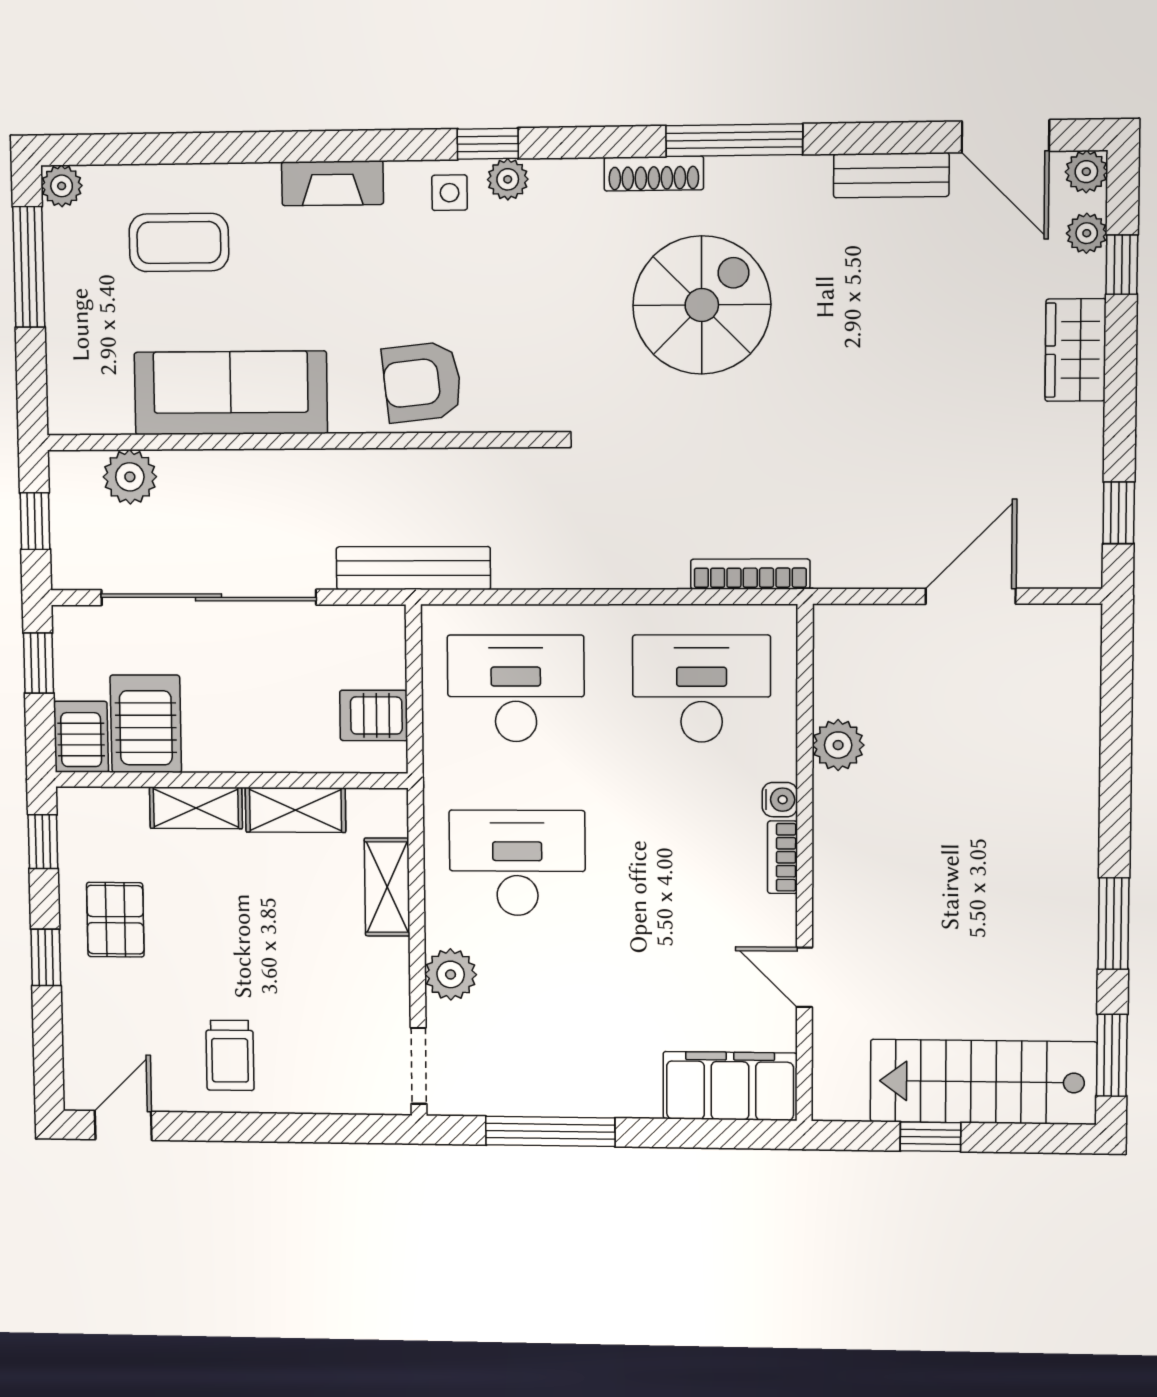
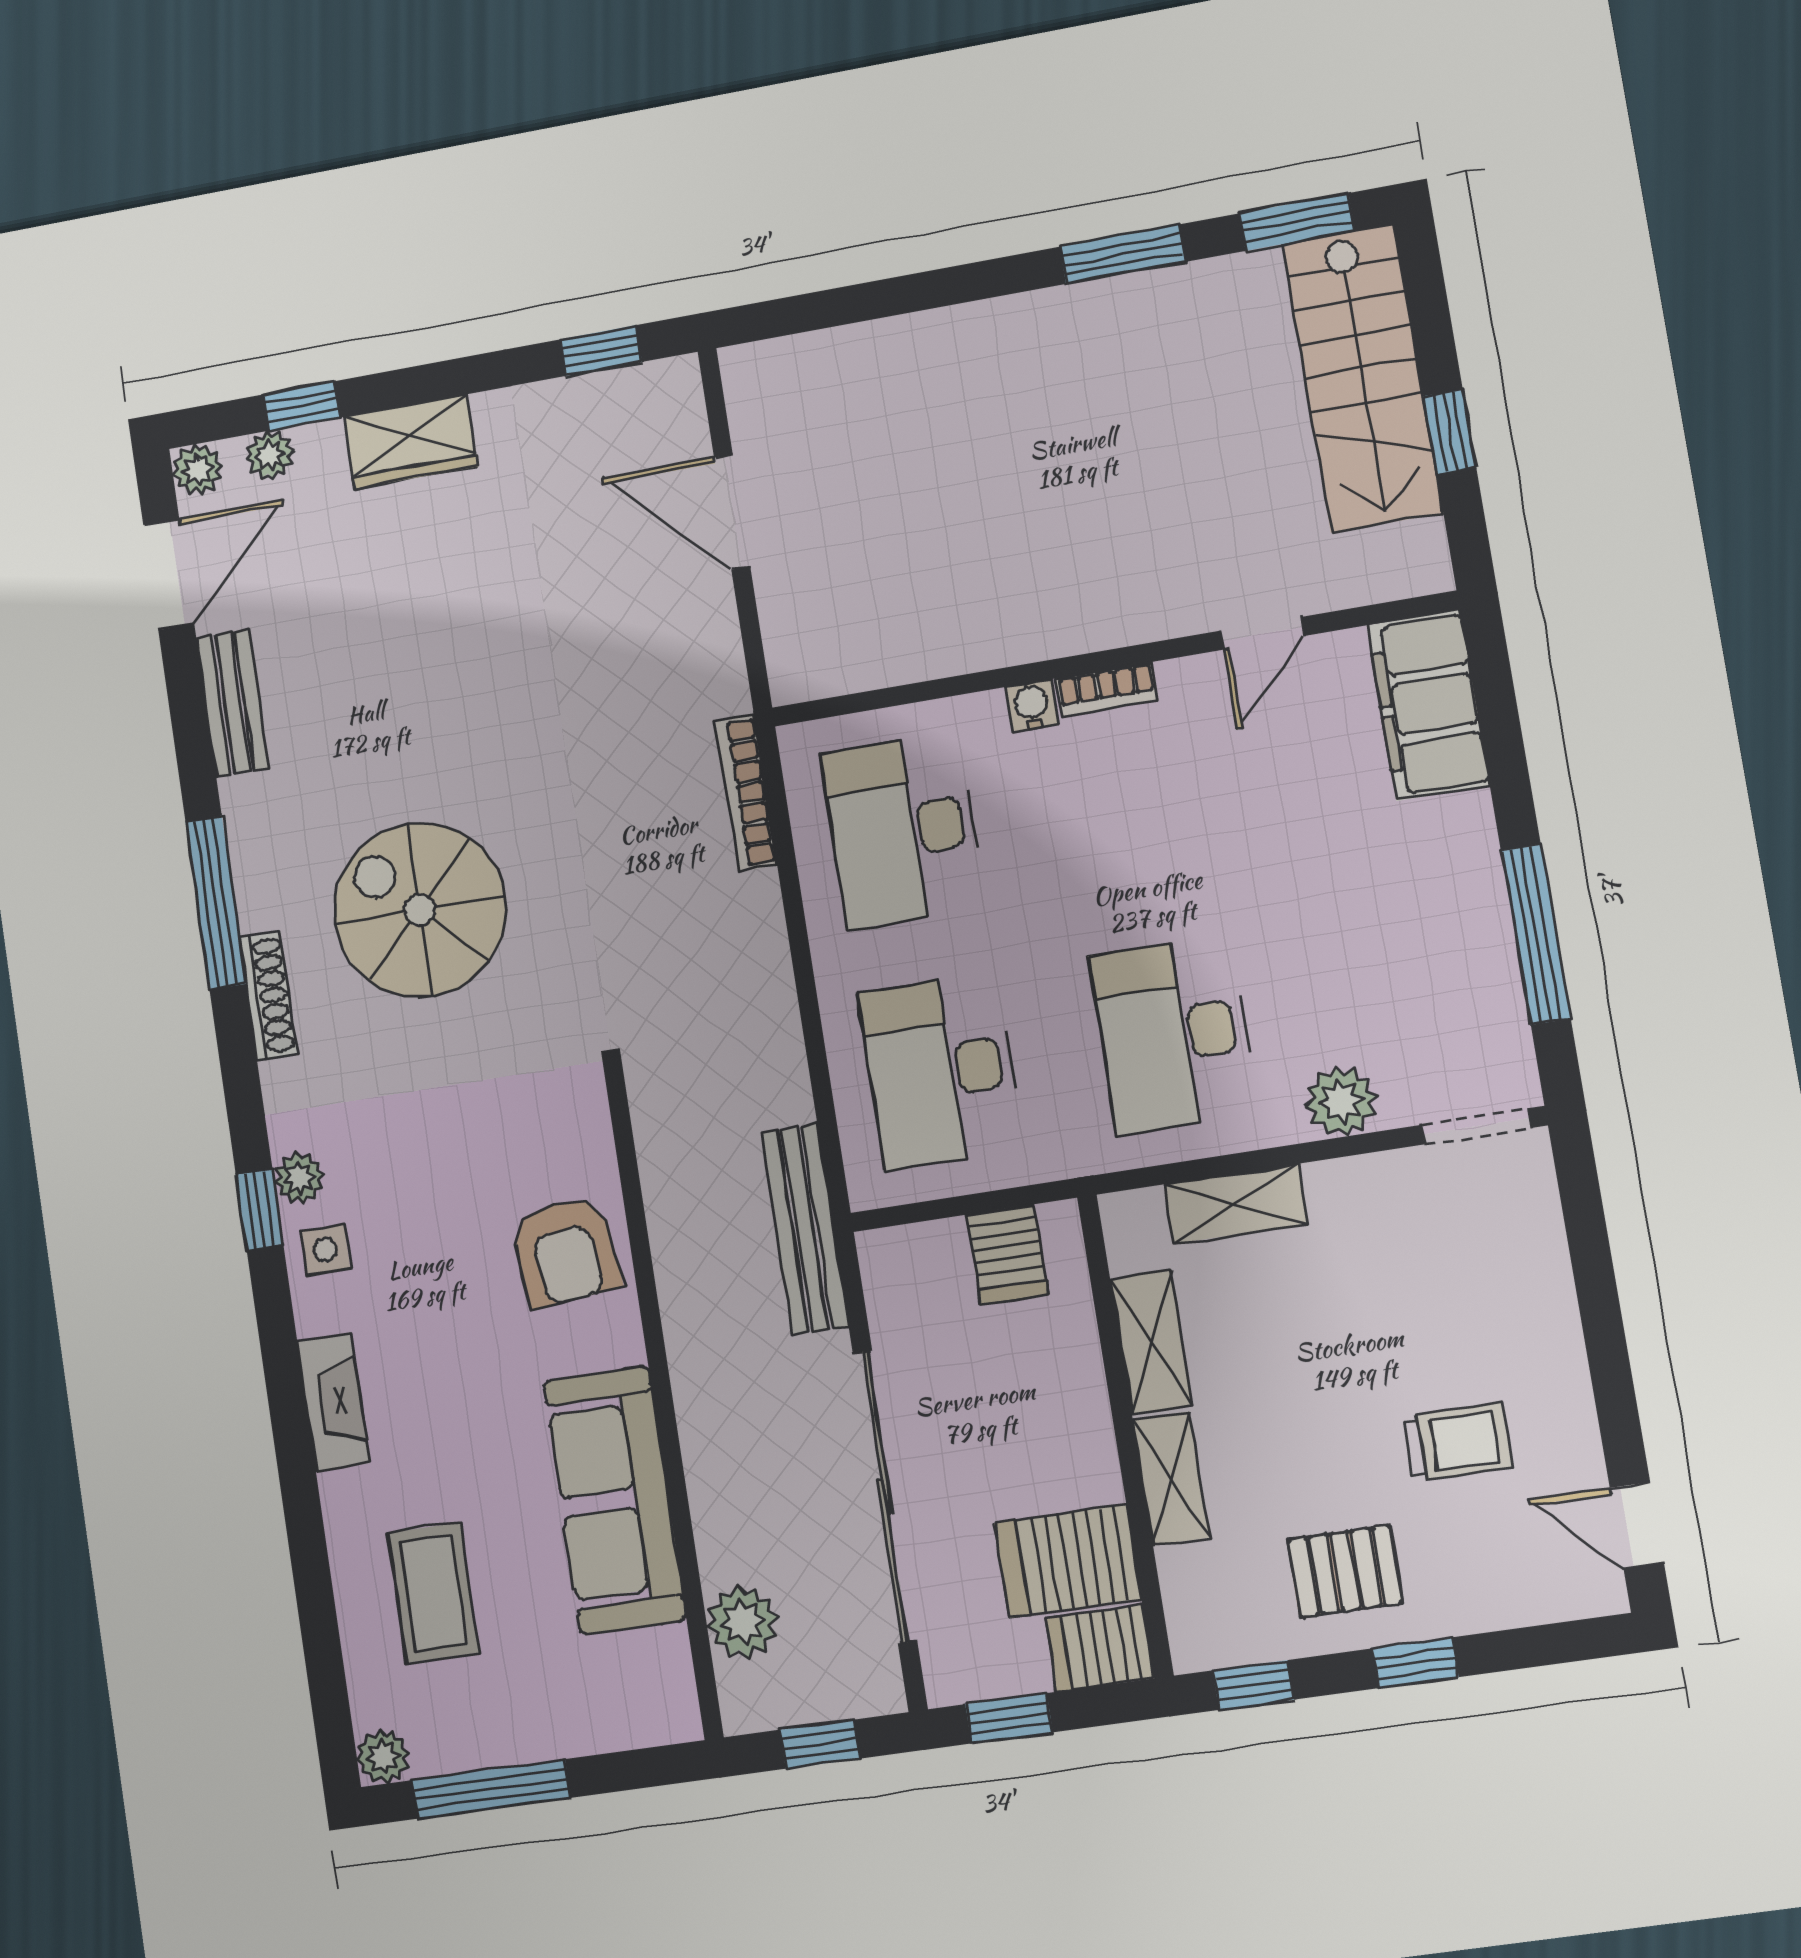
plant: (838, 745) -> (948, 644), removed
trolley: (230, 1055) -> (1458, 1442), moved

